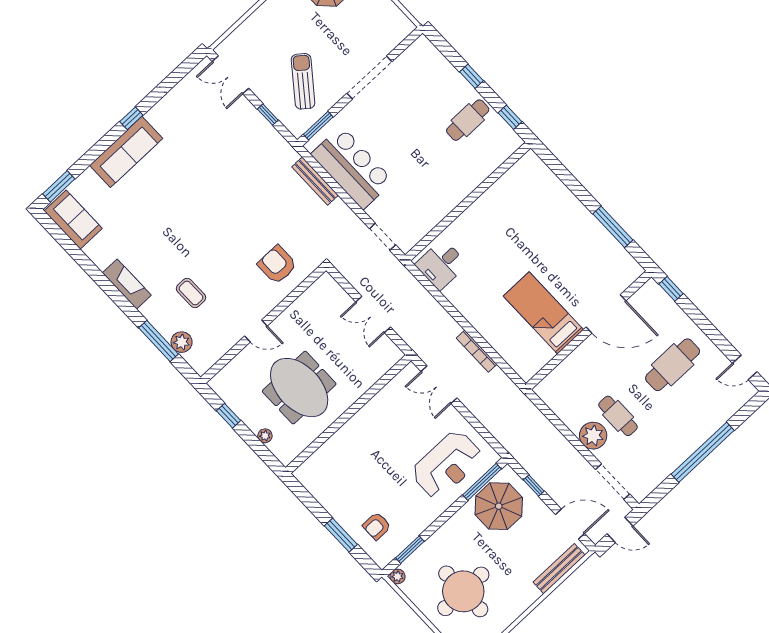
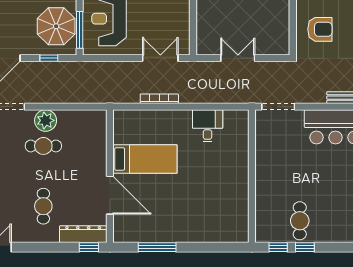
window: (471, 76) -> (305, 247), moved
doorway: (383, 237) -> (278, 107), width x1.38
desk: (441, 264) -> (208, 126), moved
dresser: (664, 305) -> (83, 234), added
door: (606, 314) -> (110, 195), swing flipped
cafe table: (673, 365) -> (43, 206), width x0.73, depth x0.74

